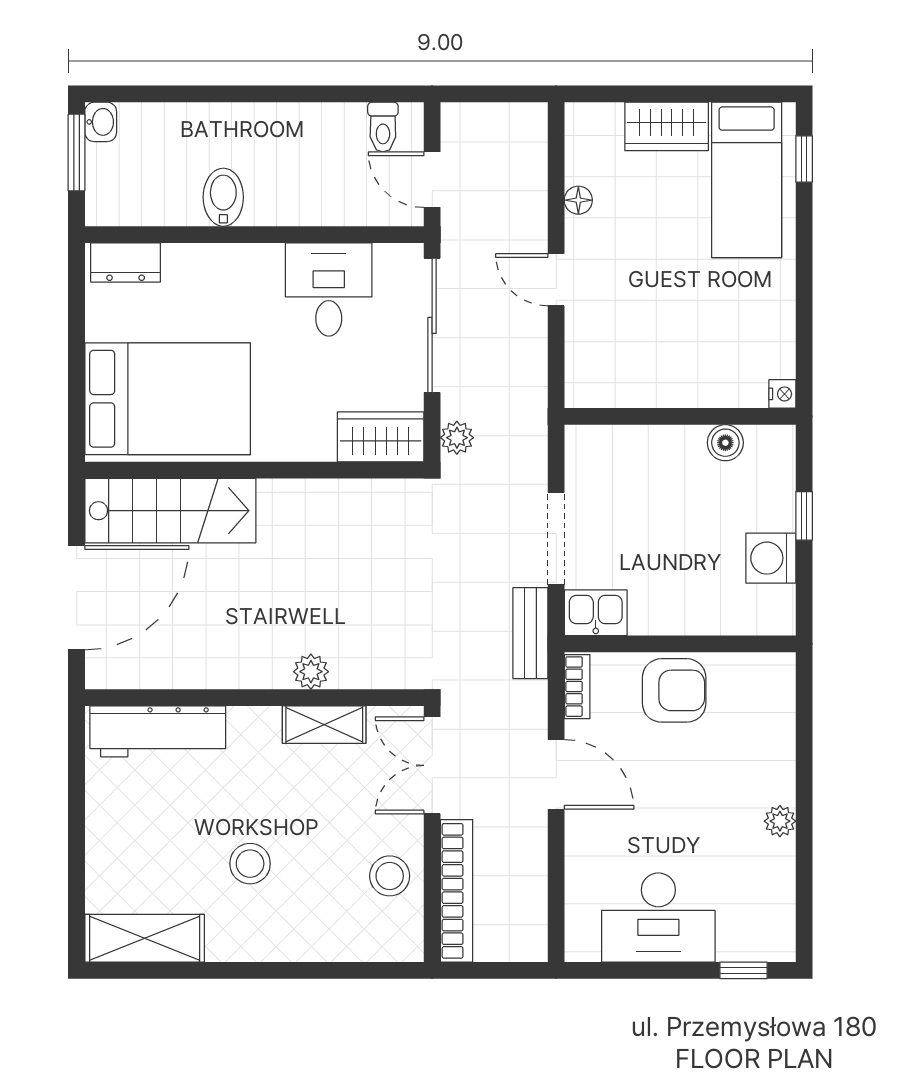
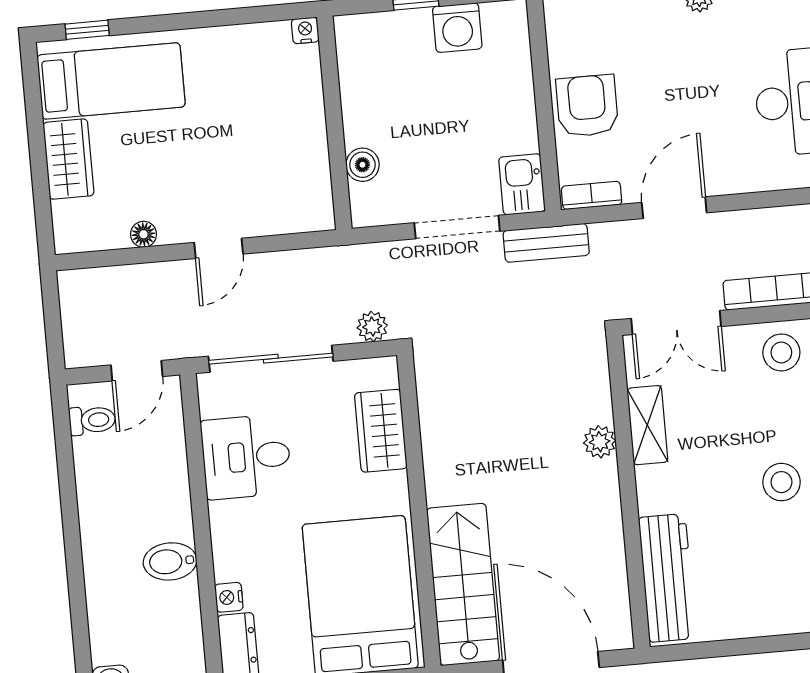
nightstand: (179, 257) -> (229, 597), added
wardrobe: (381, 437) -> (381, 431), moved
boiler: (725, 443) -> (362, 165), moved

